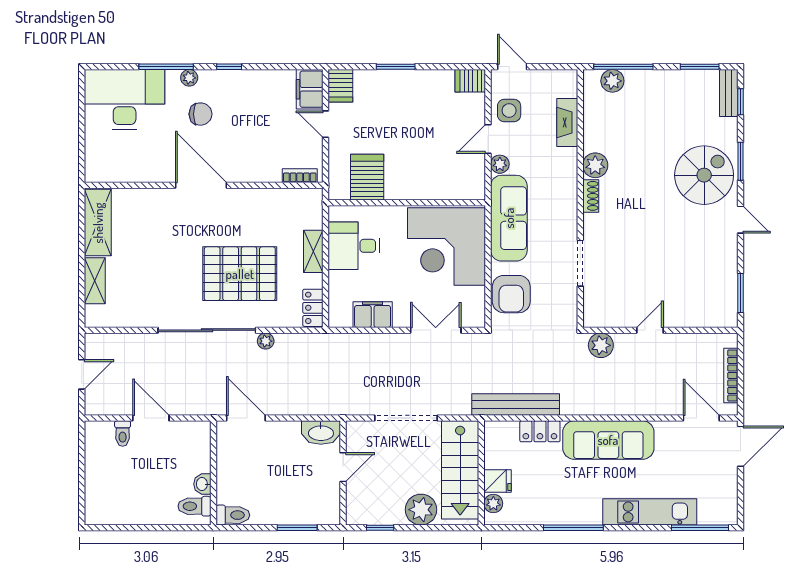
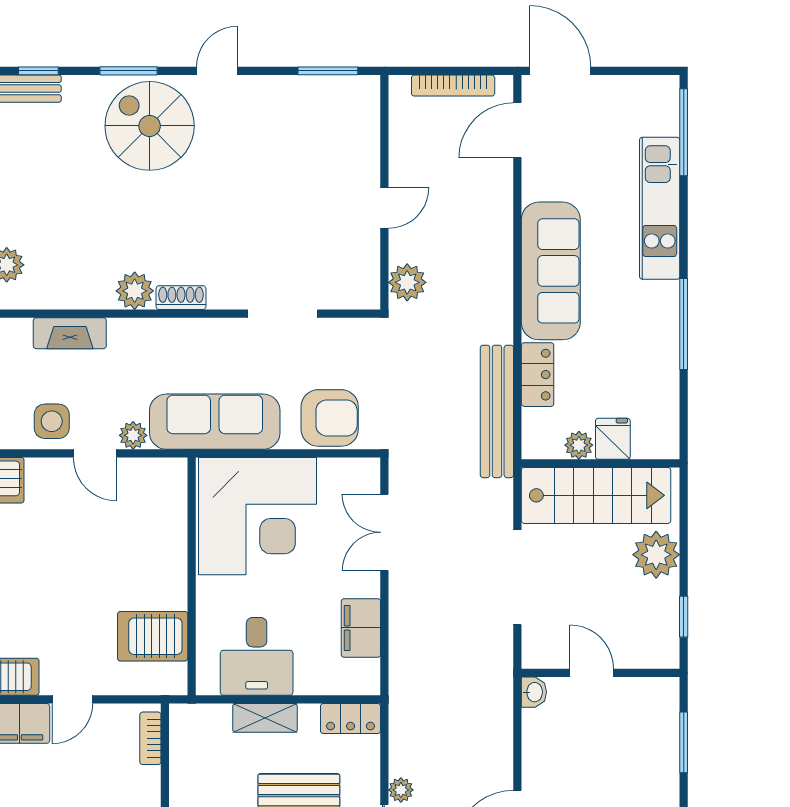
door: (650, 330) -> (384, 208), swing flipped
washbasin: (321, 433) -> (534, 692), width x0.52, depth x0.69
plant: (493, 503) -> (579, 445), moved

